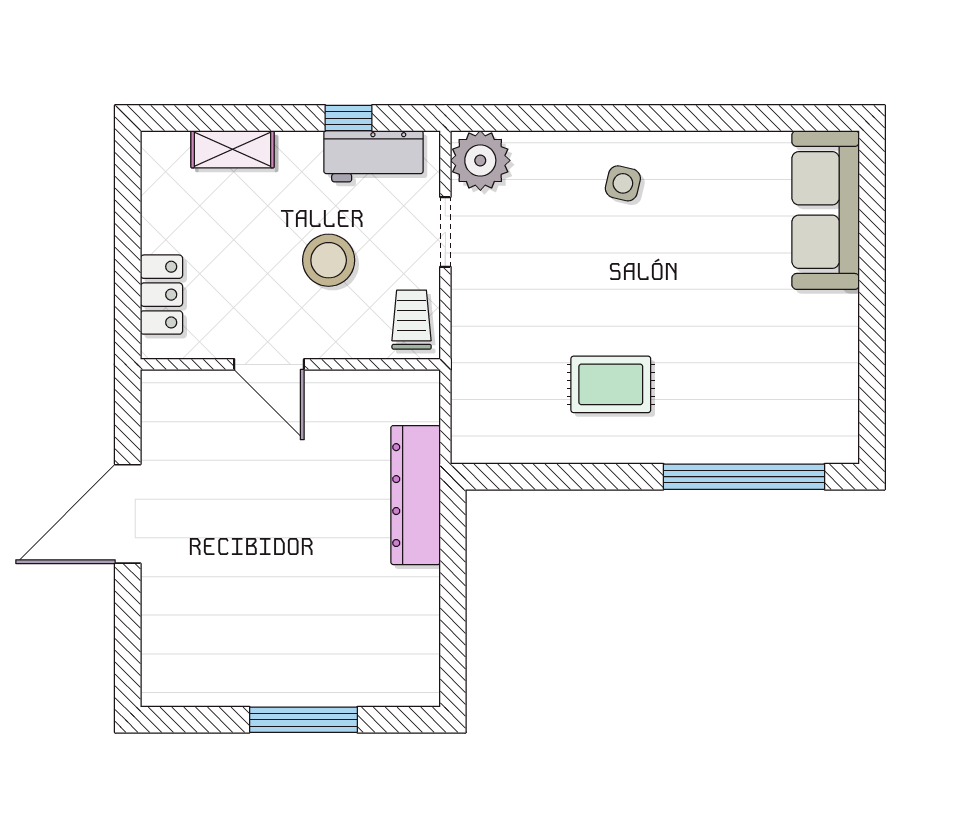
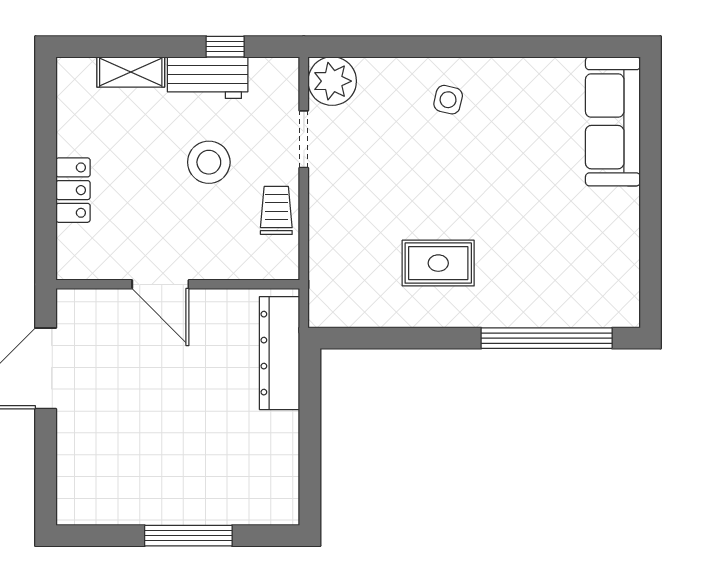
workbench: (373, 156) -> (208, 78), moved
door: (269, 364) -> (160, 284), moved
wall: (290, 364) -> (178, 284), moved

